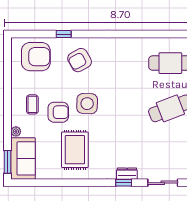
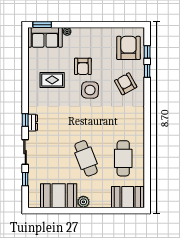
window: (41, 34) -> (147, 52), added
armchair: (36, 57) -> (128, 48), turned 180
coffee table: (32, 104) -> (89, 45), removed
rug: (75, 150) -> (52, 80), width x0.73, depth x0.70

